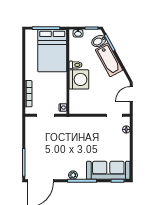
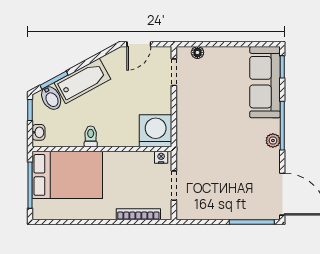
washing machine: (79, 79) -> (156, 131), moved
door: (131, 94) -> (139, 44), hinge flipped

